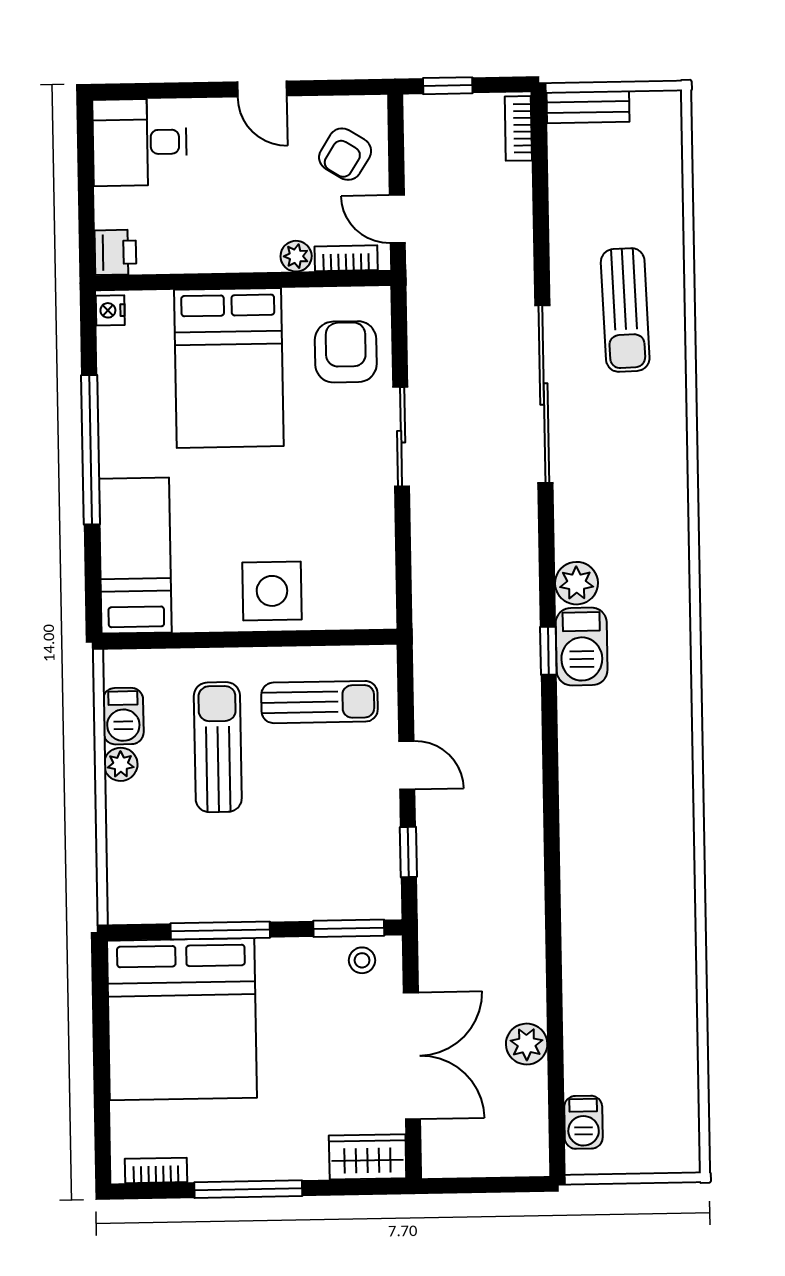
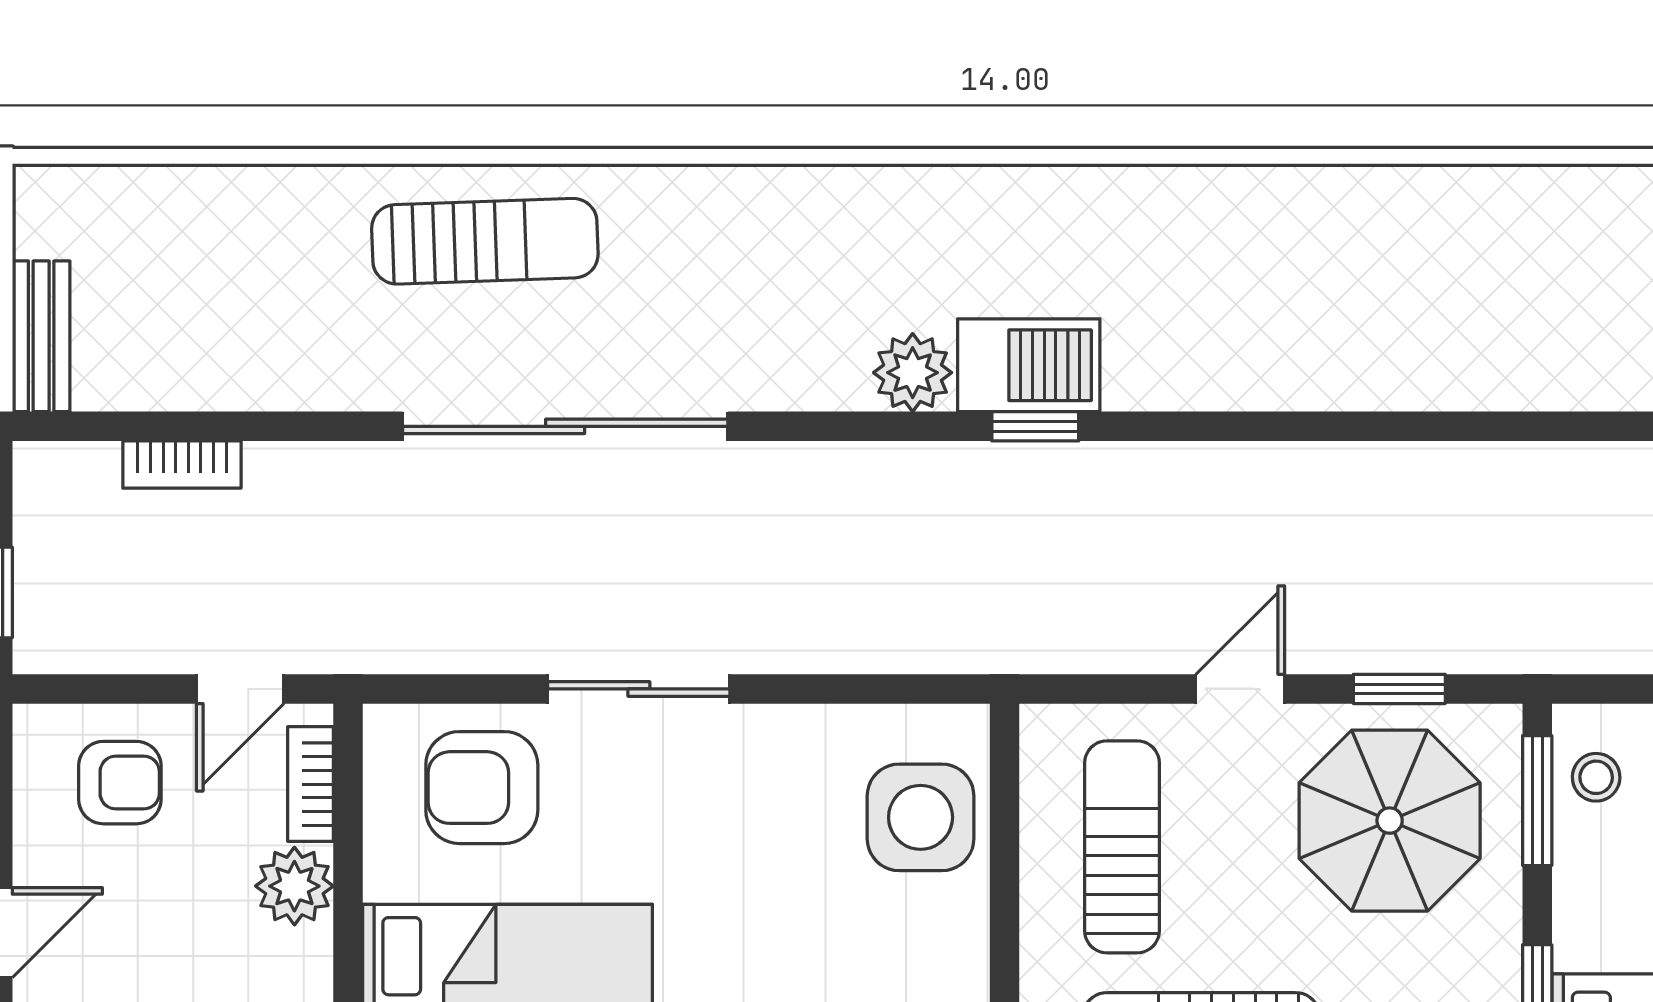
bookcase: (518, 128) -> (182, 465), moved
armchair: (345, 154) -> (120, 783), turned -32
plant: (296, 256) -> (294, 886), width x1.38, depth x1.38
sun lounger: (625, 310) -> (485, 241), moved
side table: (272, 591) -> (921, 817), moved
parasol: (336, 848) -> (1390, 821), added

